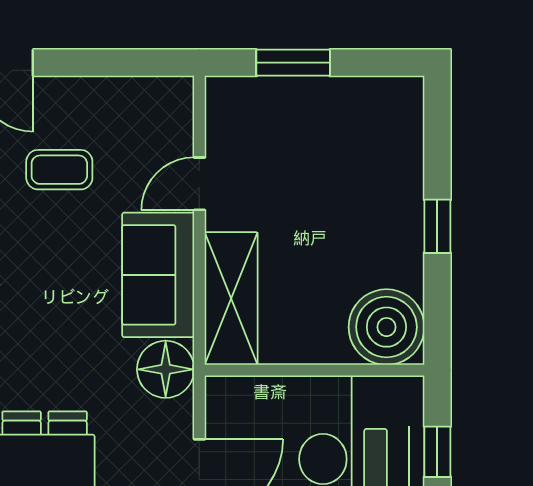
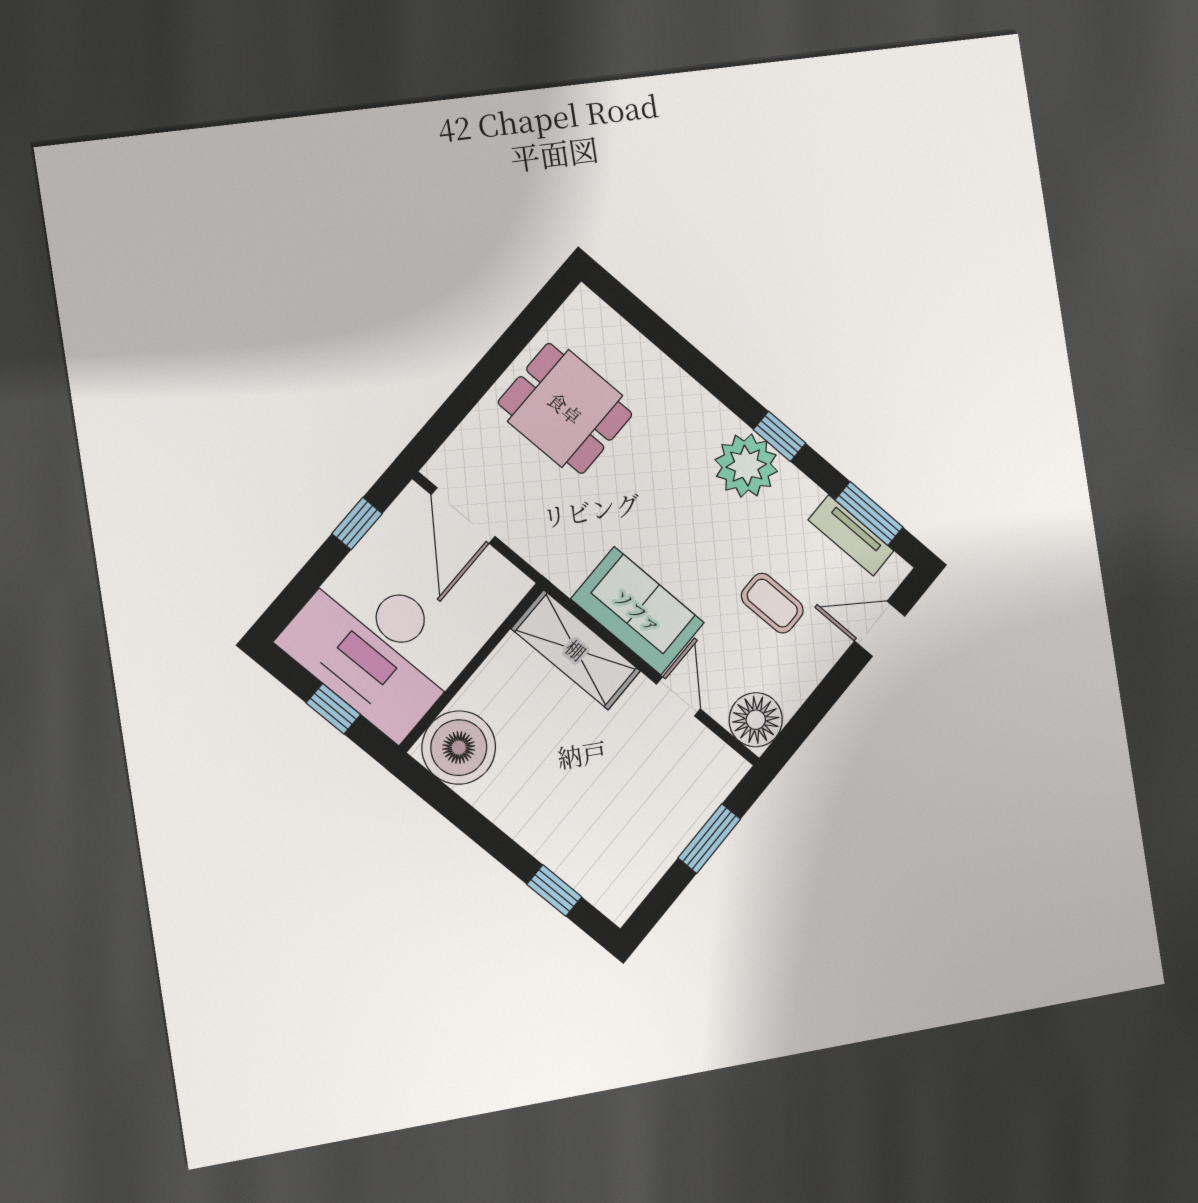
coffee table: (59, 170) -> (772, 603), turned 90
window: (437, 226) -> (554, 891), moved
floor lamp: (166, 369) -> (756, 720), moved

